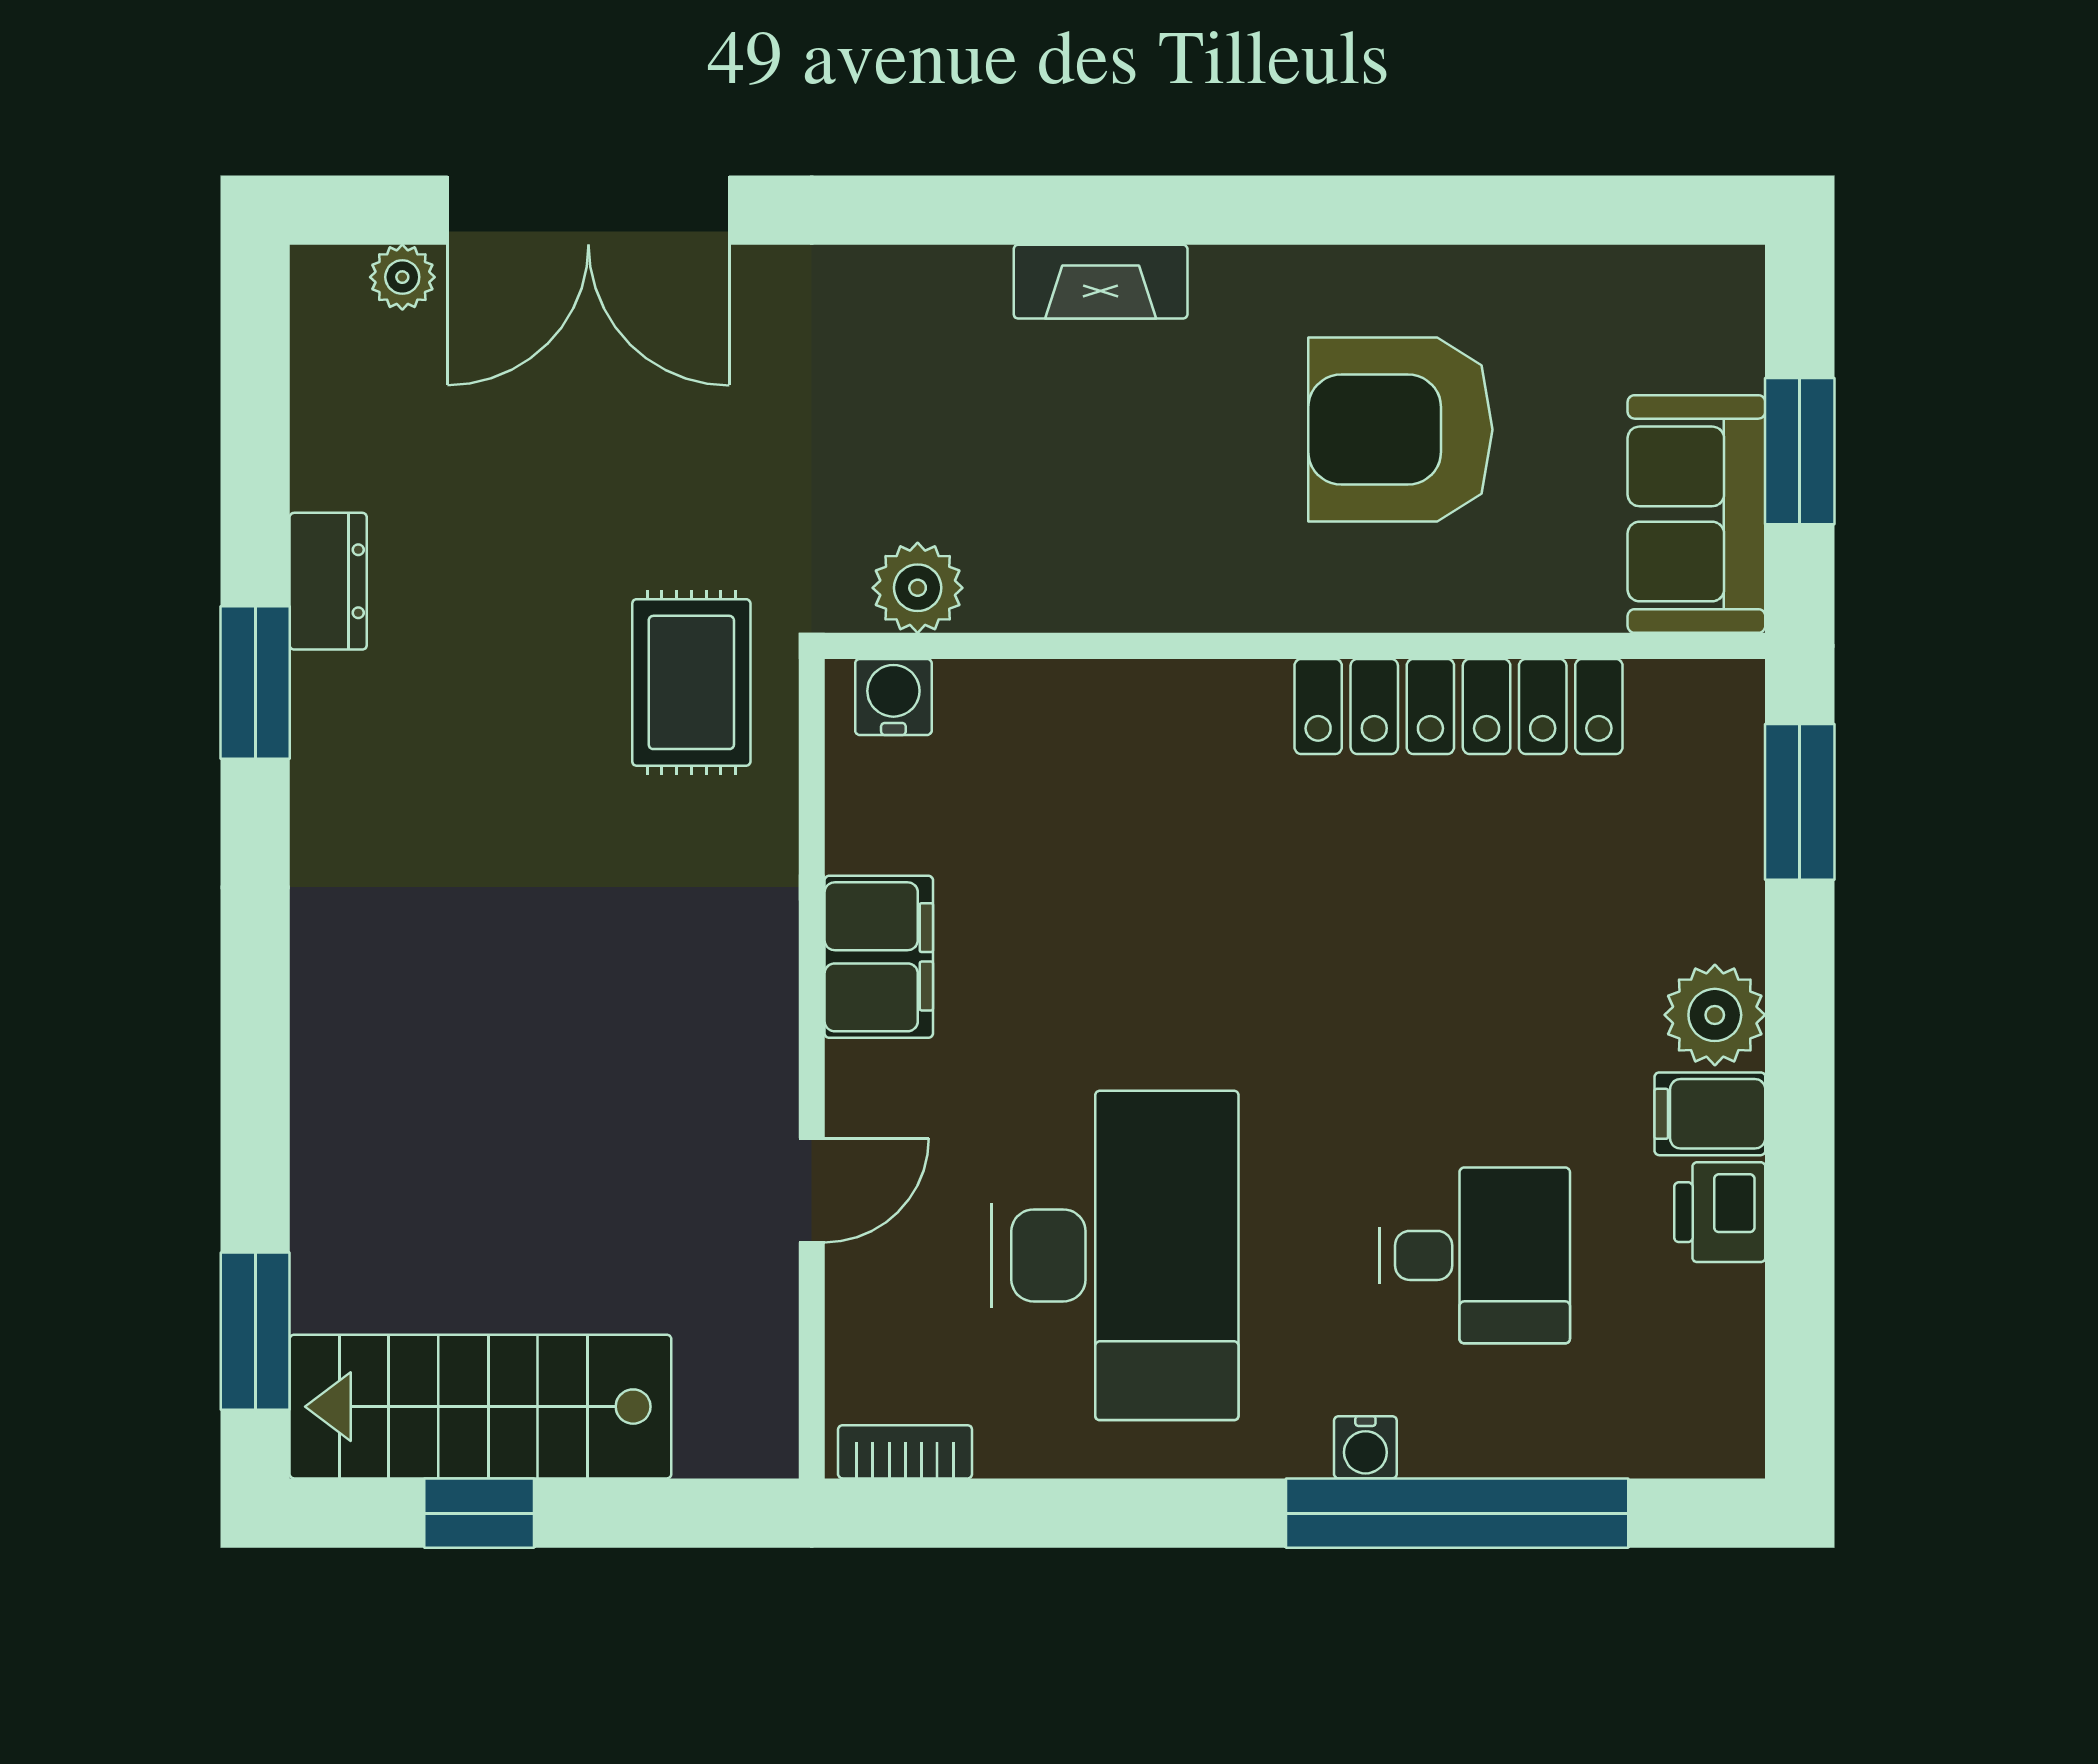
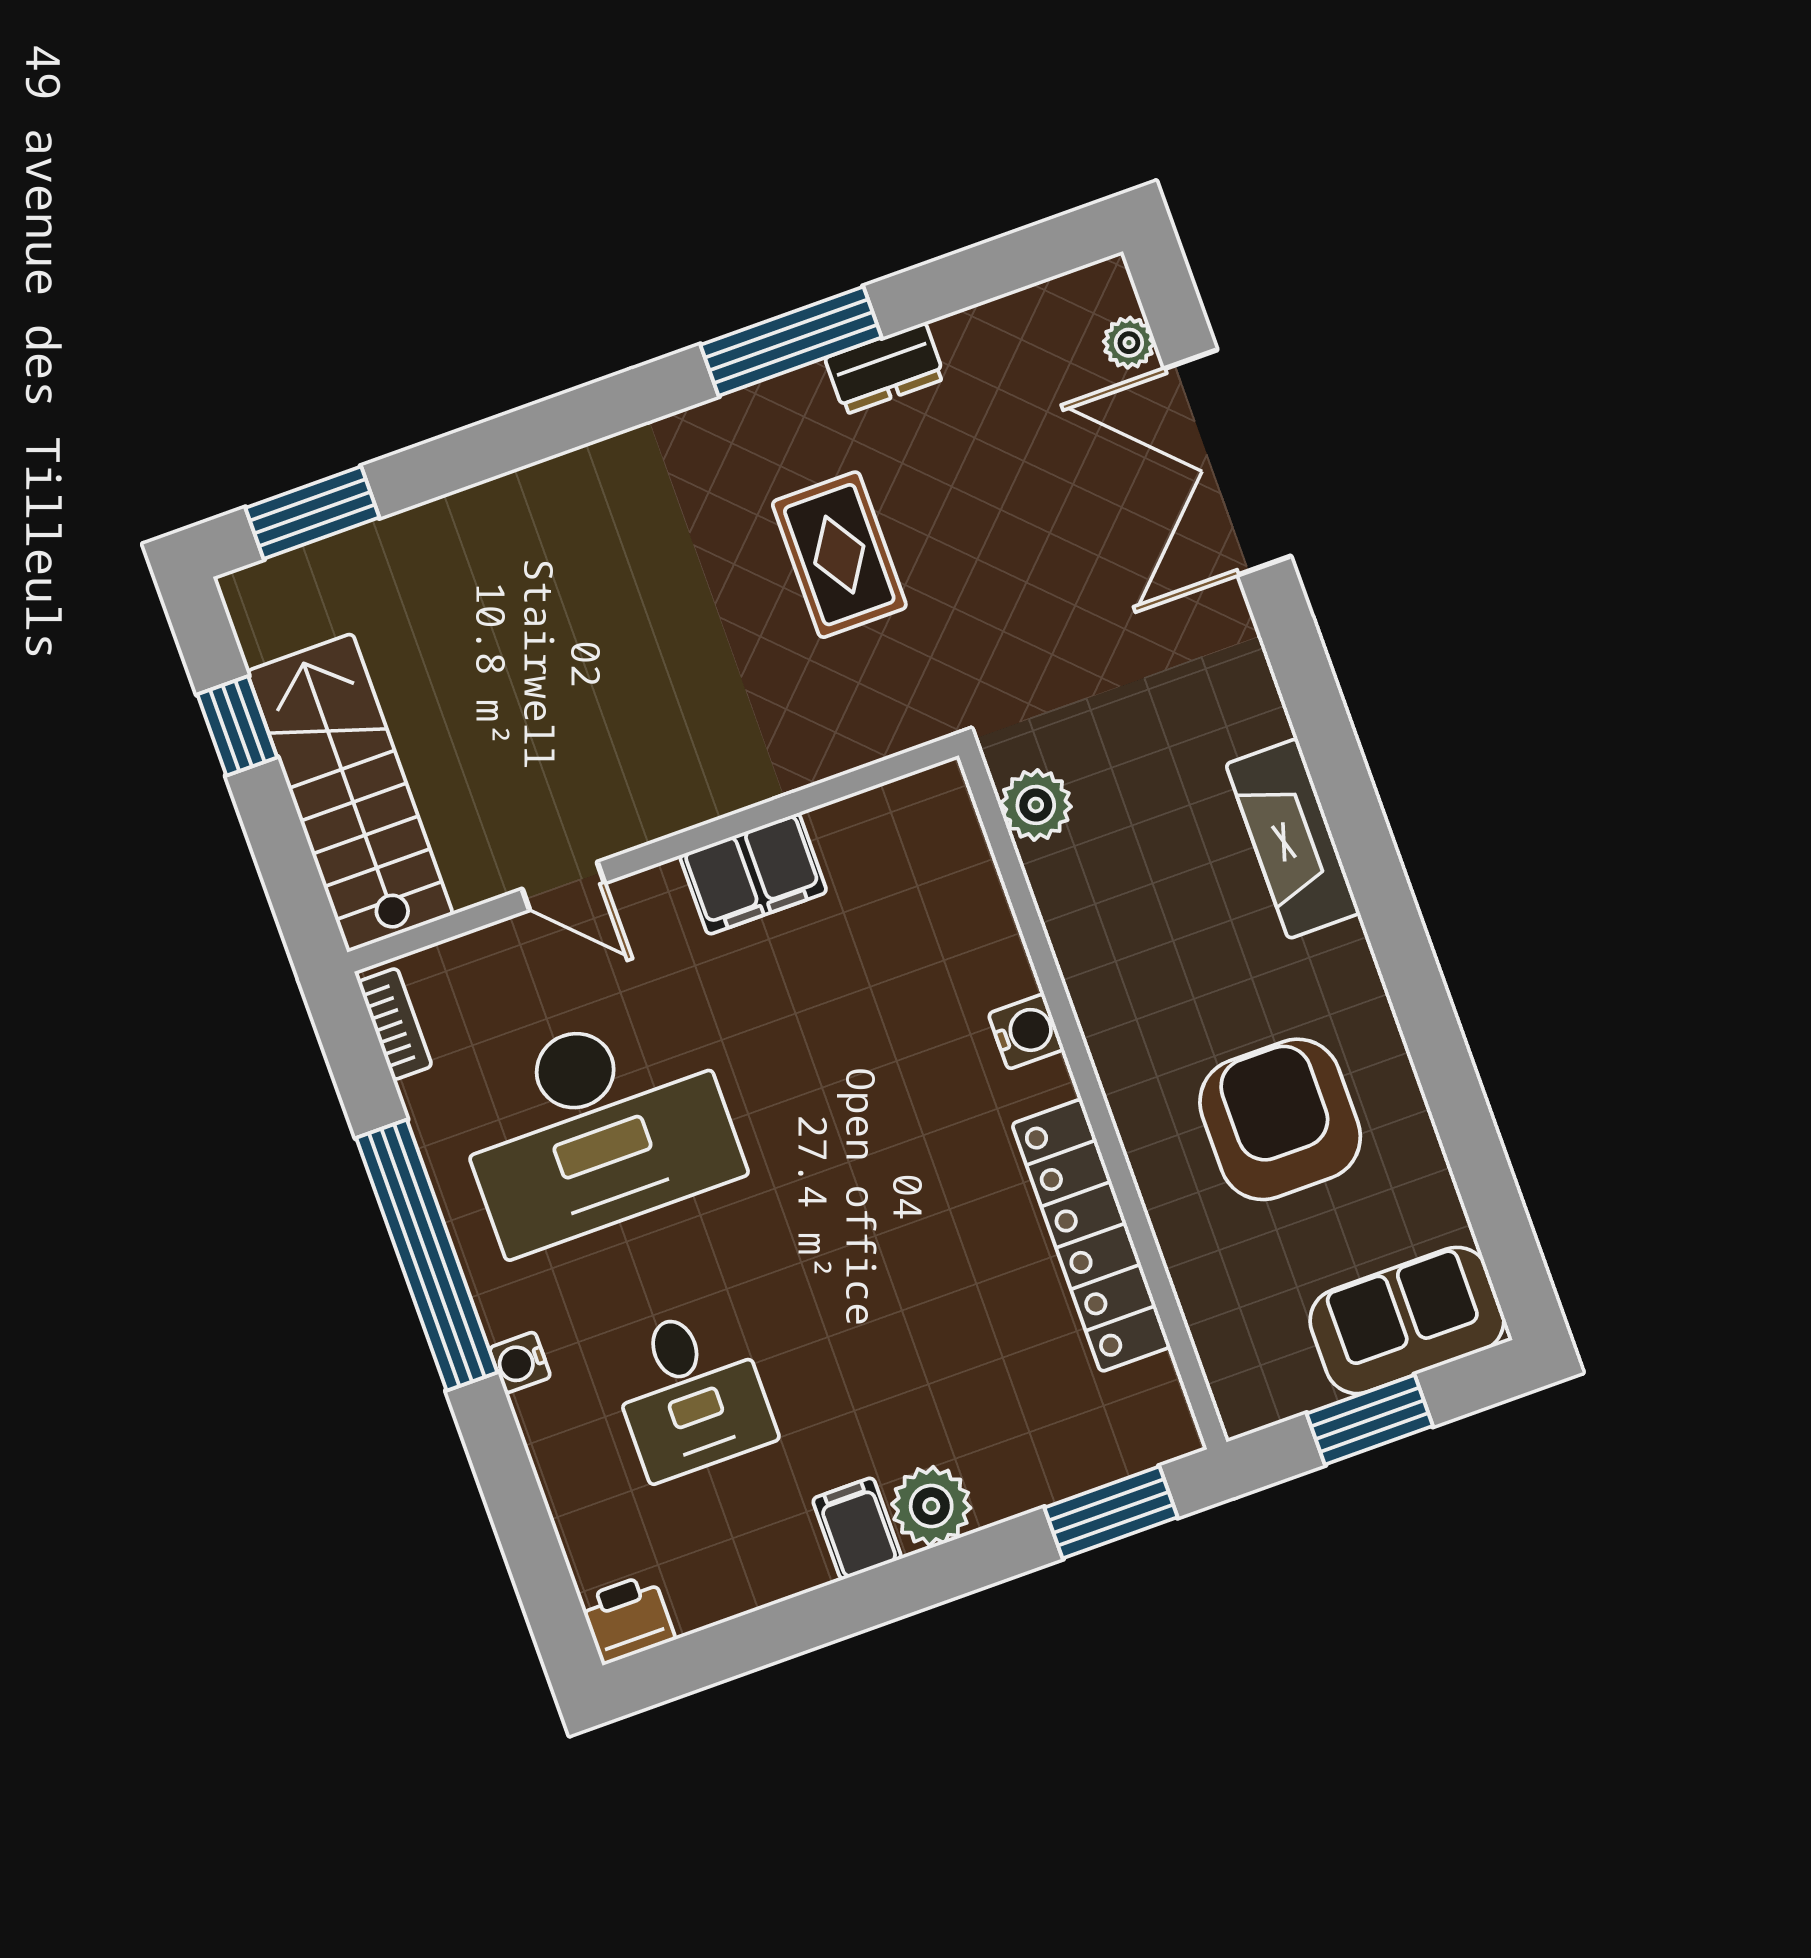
fireplace: (1101, 282) -> (1293, 839), width x1.37, depth x1.32
sofa: (1696, 514) -> (1407, 1320), moved
window: (255, 682) -> (791, 341), width x1.44
rug: (691, 682) -> (839, 555), moved, turned 90
water cooler: (893, 697) -> (1026, 1032), moved
printer: (1720, 1212) -> (627, 1619), moved
stairs: (480, 1407) -> (350, 793), moved
window: (1457, 1513) -> (427, 1255), moved

